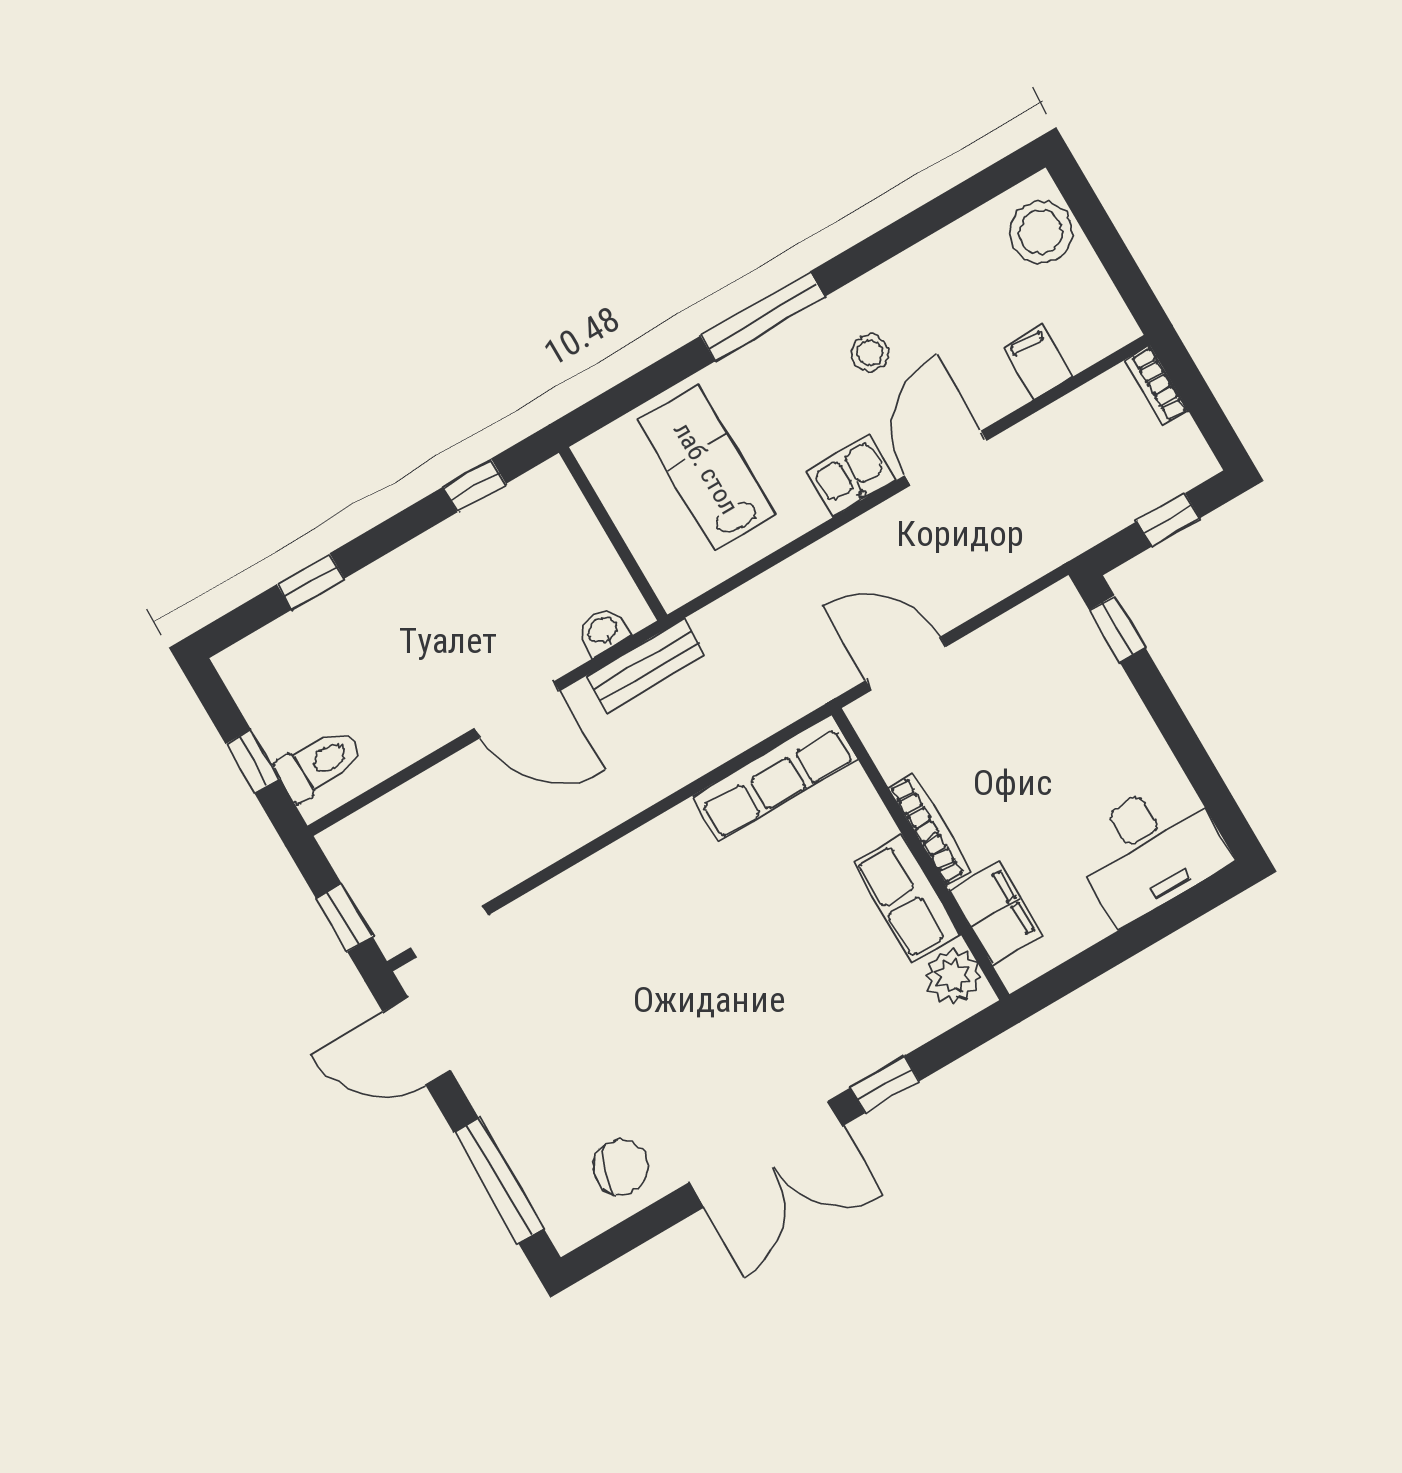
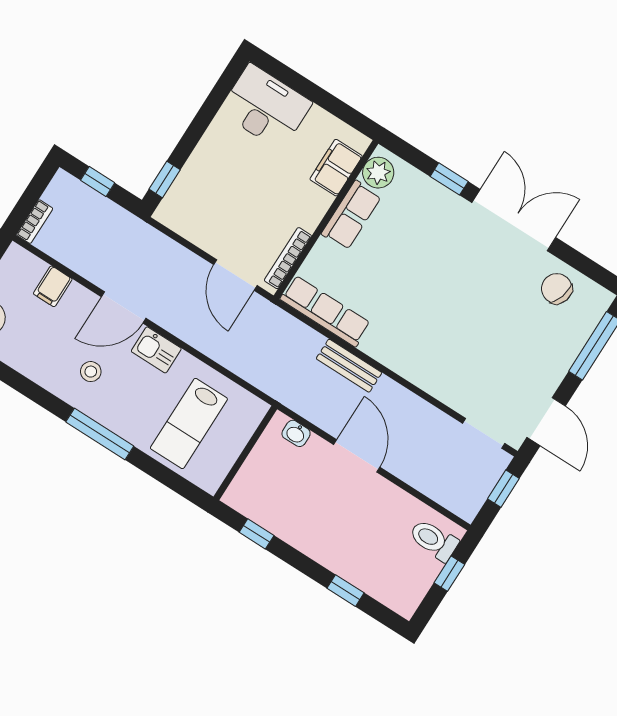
bench: (646, 666) -> (349, 366), moved
bookcase: (930, 829) -> (288, 258), moved

